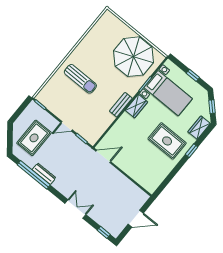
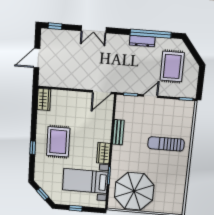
bench: (121, 105) -> (118, 132), moved
wardrobe: (199, 128) -> (44, 99), moved
rug: (167, 141) -> (58, 142), turned 90

